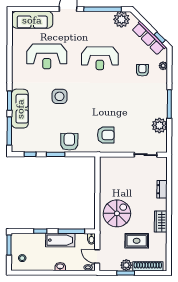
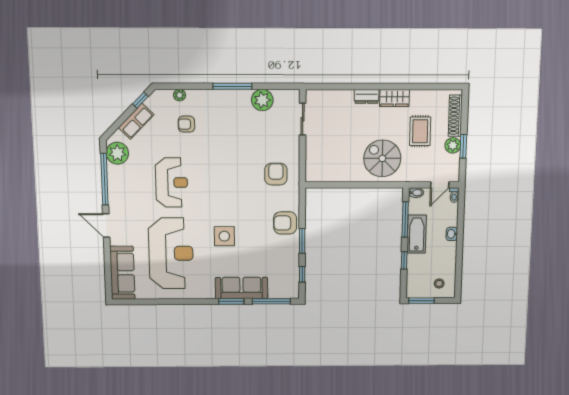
row of seats: (149, 38) -> (136, 121), width x0.68
reception desk: (47, 56) -> (171, 253), width x1.36, depth x1.30
dresser: (162, 189) -> (367, 96), moved

